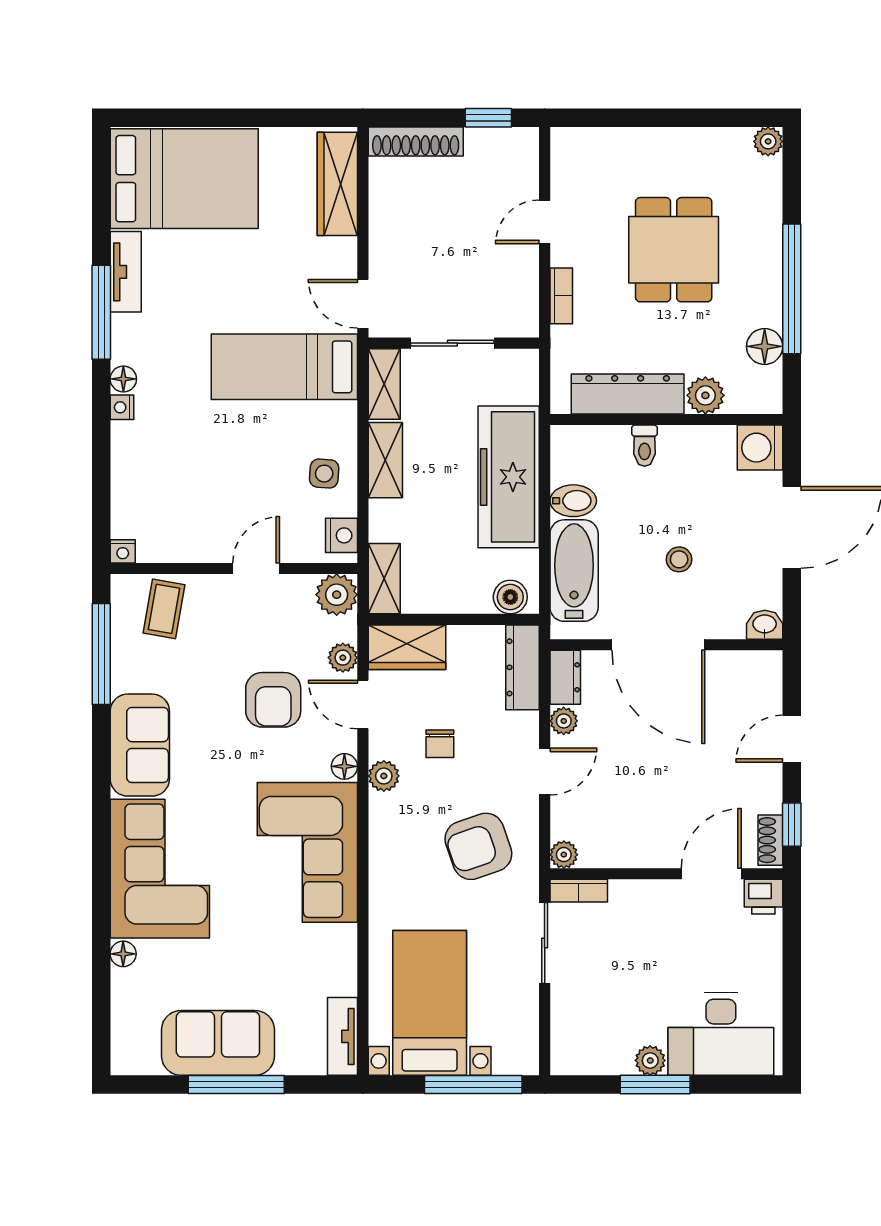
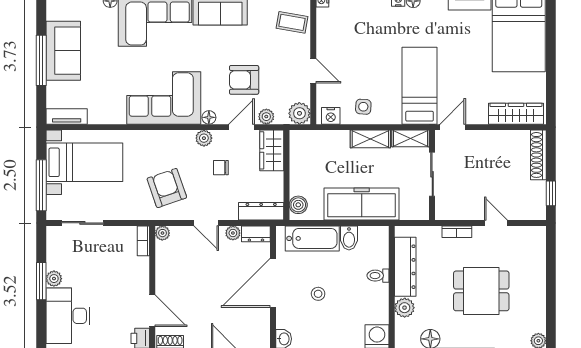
shelving: (384, 579) -> (308, 138), removed
sliding door: (545, 943) -> (82, 223), moved

